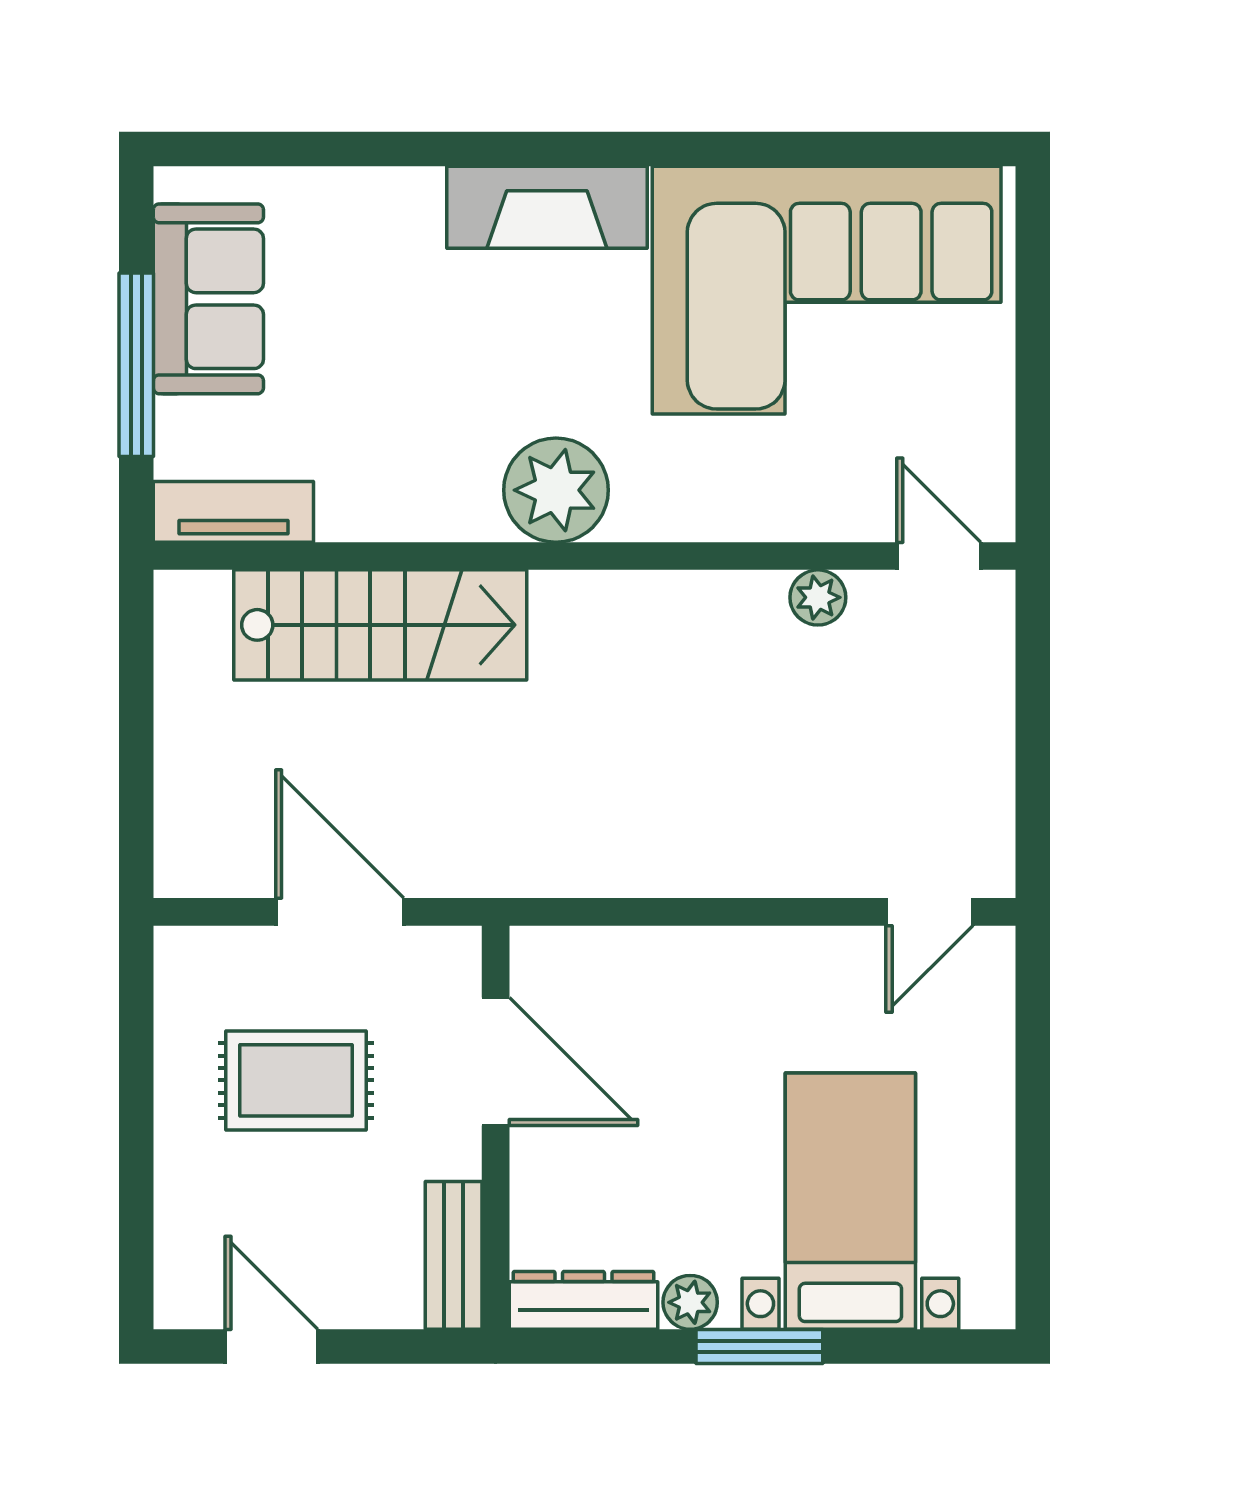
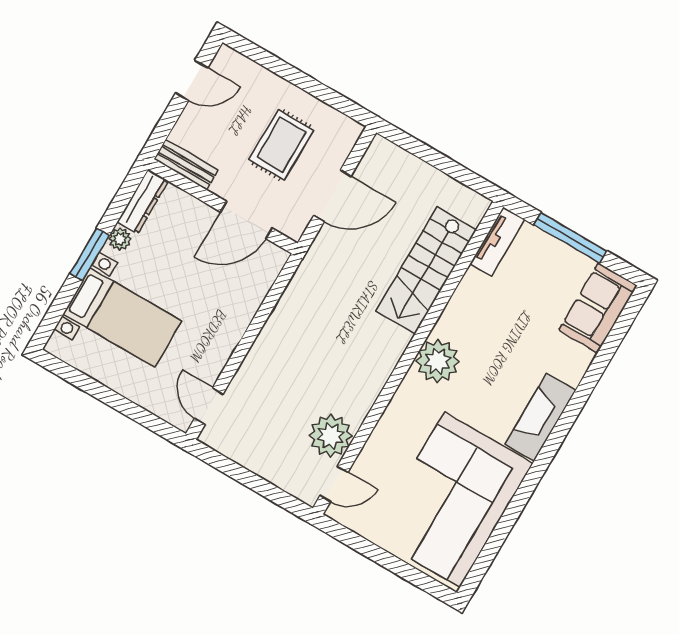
sofa: (208, 299) -> (598, 308), moved, turned 90
plant: (818, 597) -> (331, 436), width x1.88, depth x1.88

